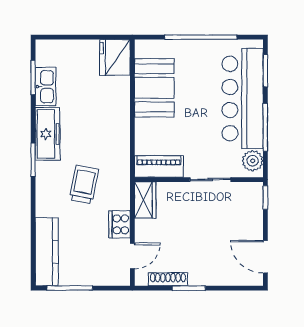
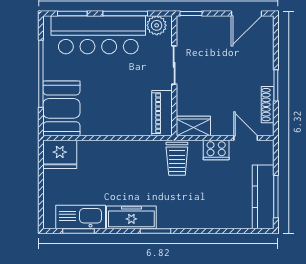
kitchen sink: (46, 87) -> (81, 217), width x1.36, depth x1.24
booth: (154, 88) -> (61, 108), moved, turned 90
trolley: (84, 184) -> (177, 159), moved, turned -101
kitchen counter: (47, 252) -> (263, 197), moved, turned -90

